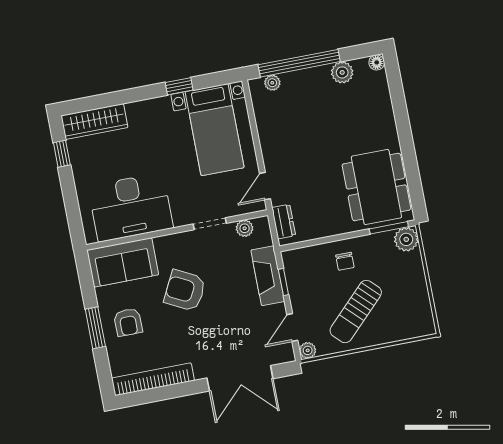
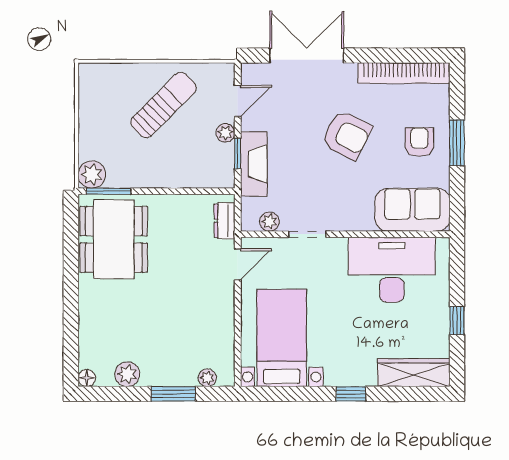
window: (299, 63) -> (173, 394), width x0.47
window: (179, 86) -> (351, 394), moved
window: (62, 154) -> (457, 321), moved
chair: (345, 261) -> (165, 163), removed
armchair: (185, 290) -> (347, 135), moved
plant: (308, 350) -> (225, 133), moved

